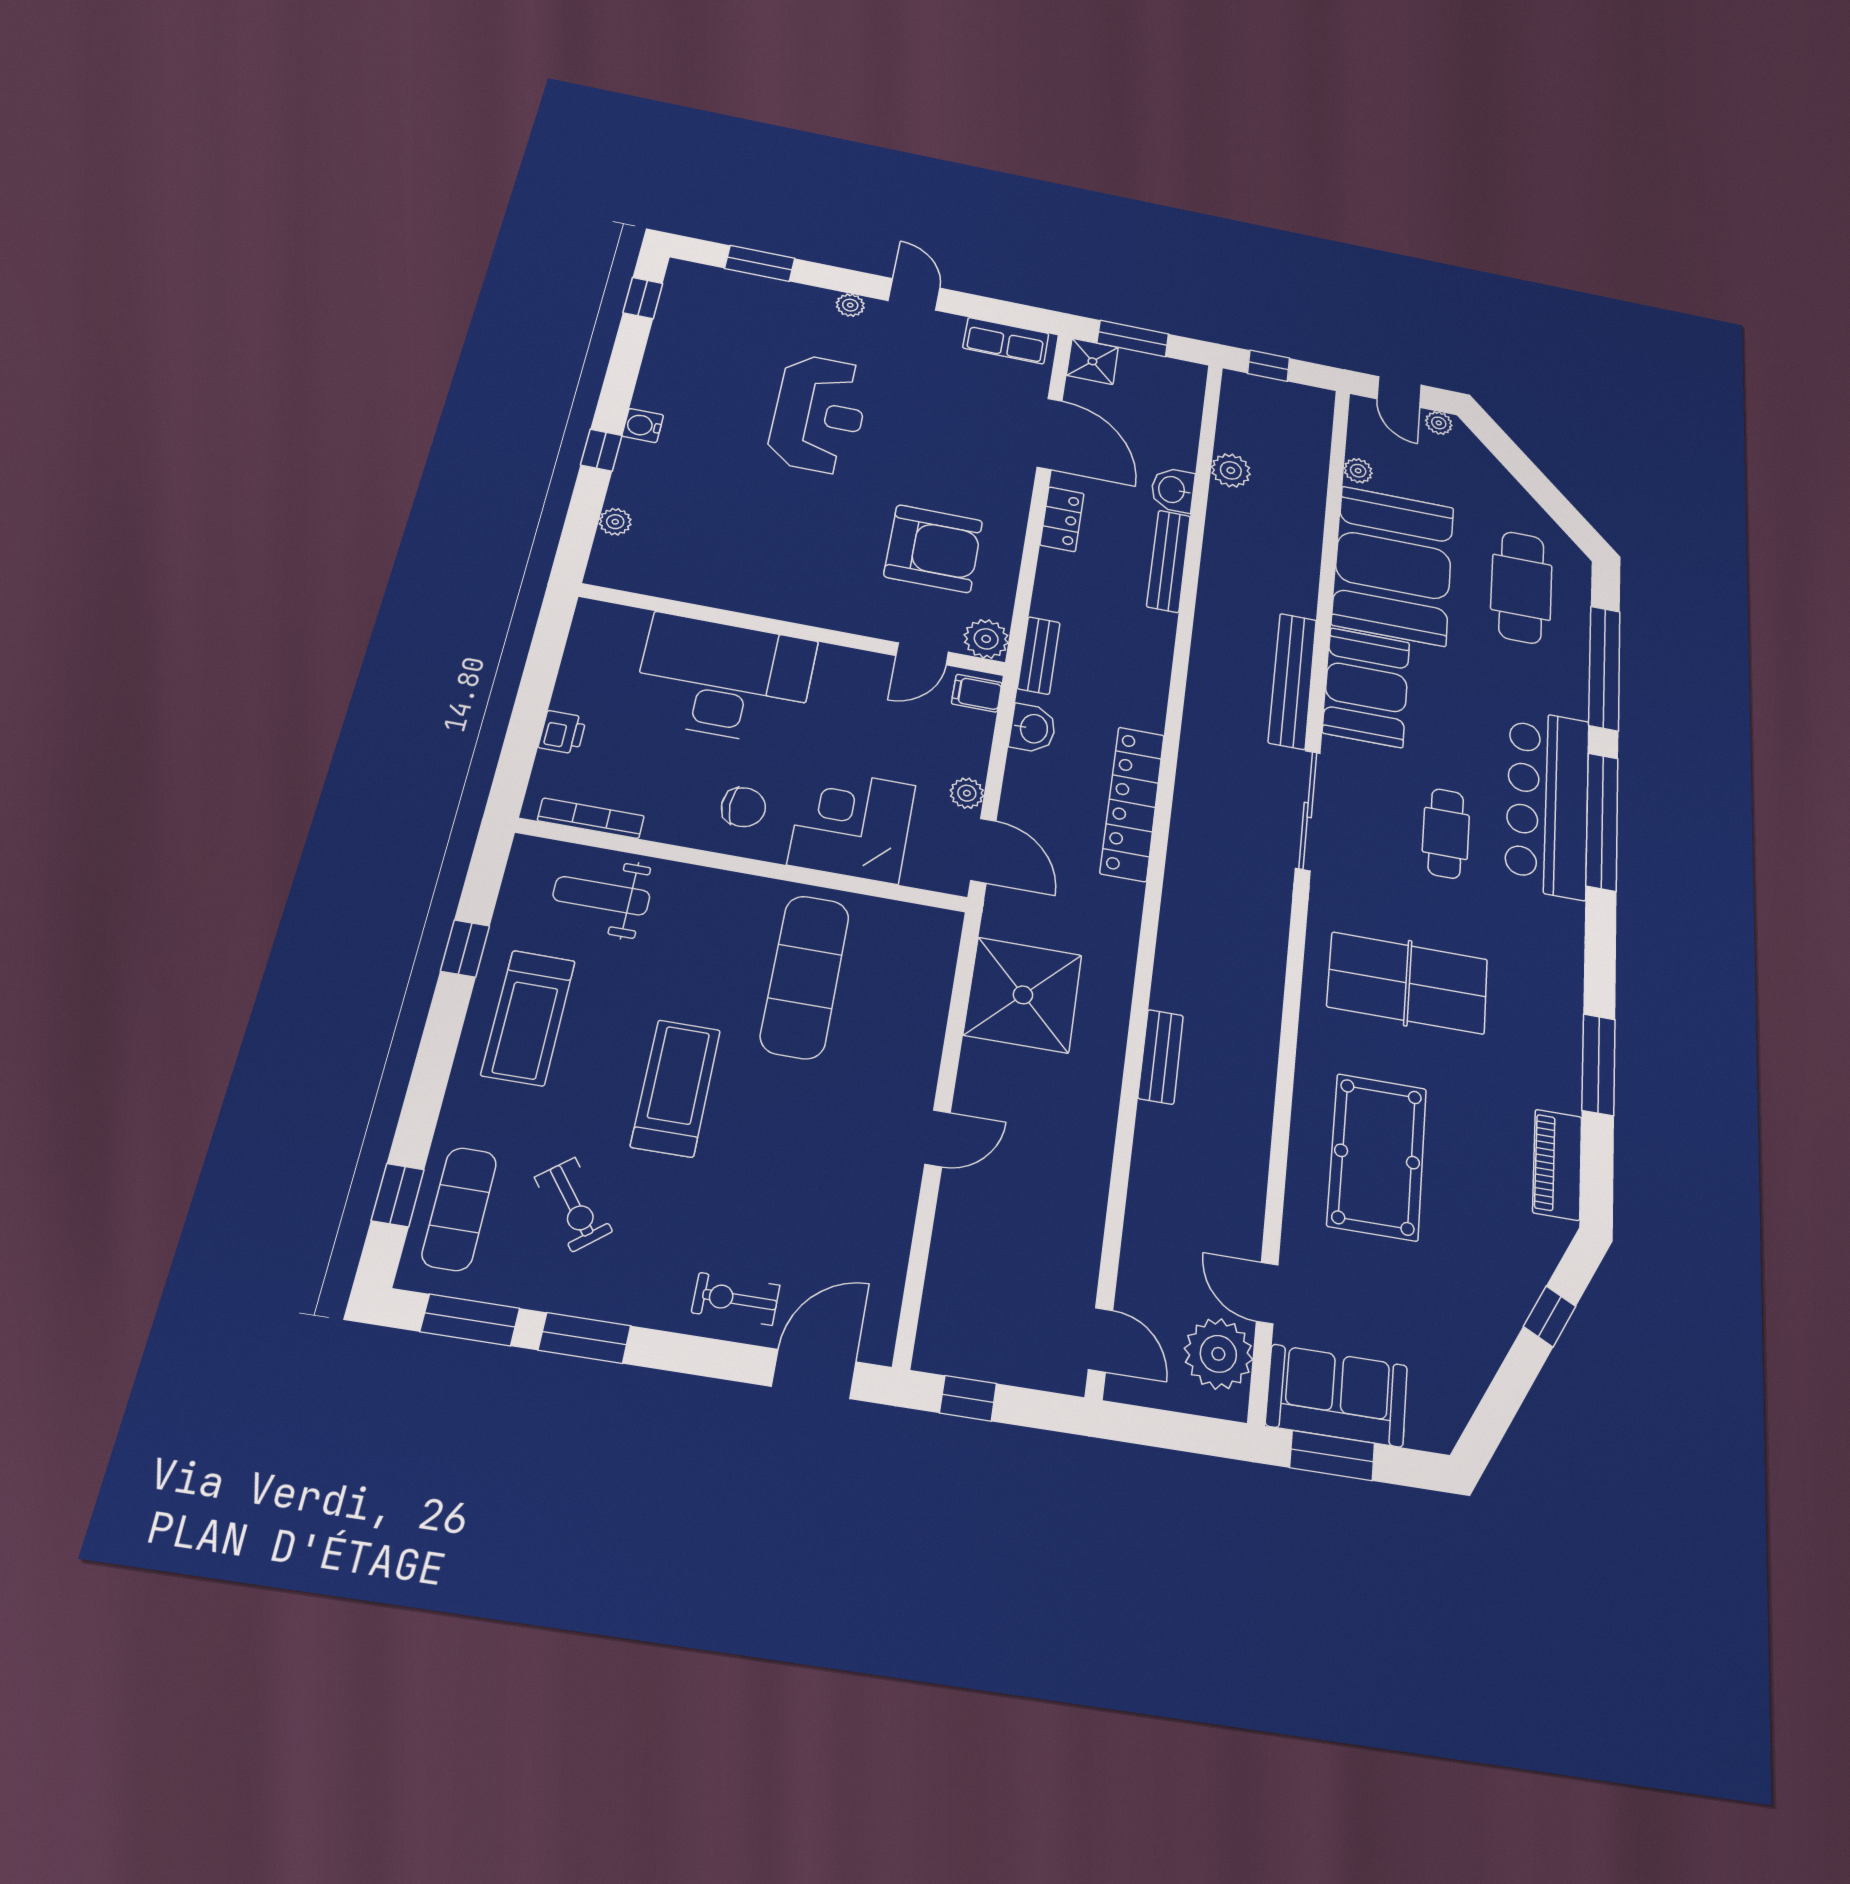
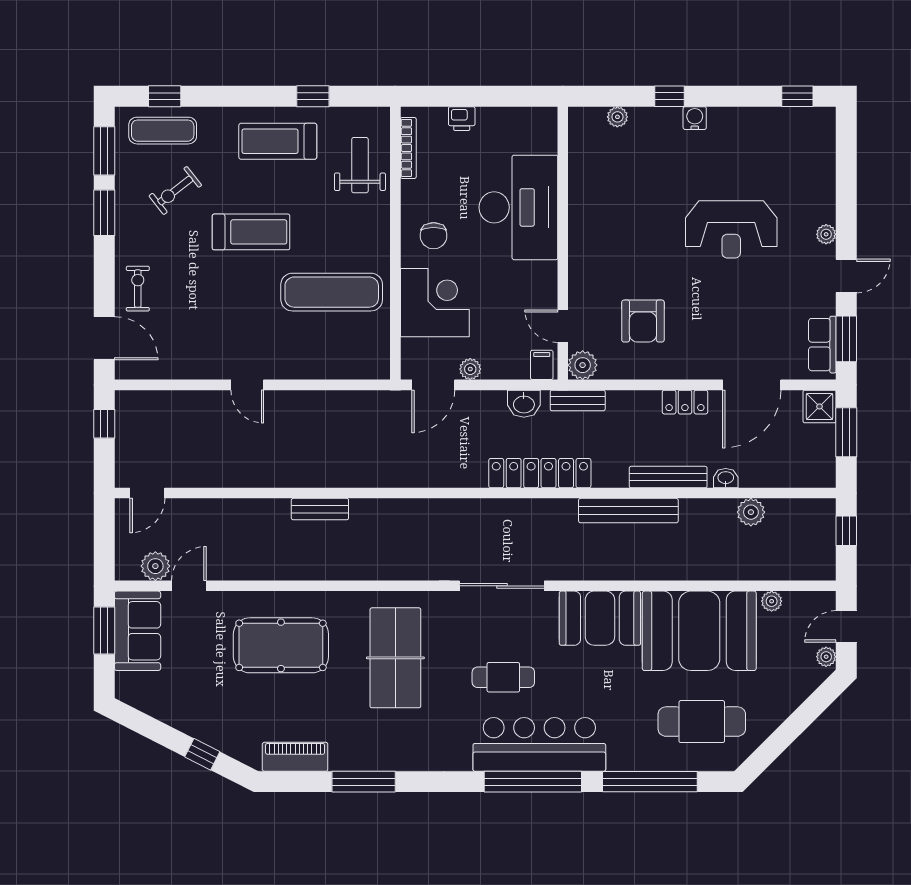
window: (760, 263) -> (846, 339), moved
washbasin: (1173, 490) -> (726, 478), width x0.72, depth x0.69
armchair: (933, 549) -> (643, 321), width x0.73, depth x0.73
bench: (1292, 681) -> (628, 511), moved
locker: (1132, 803) -> (540, 473), moved
shower: (1023, 995) -> (344, 422), removed
plant: (1218, 1354) -> (155, 566), width x0.73, depth x0.73

